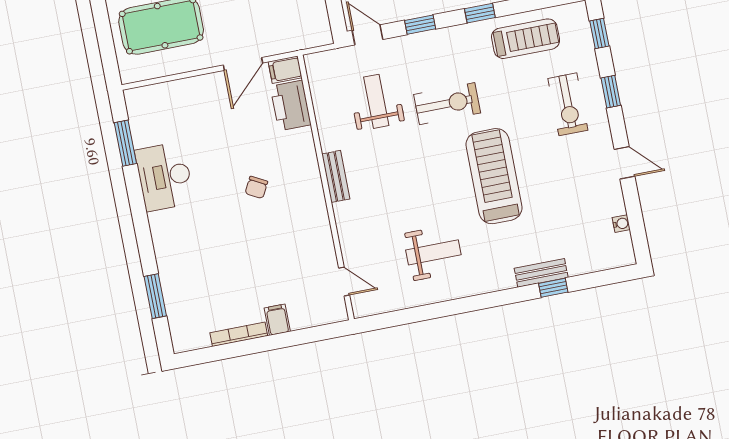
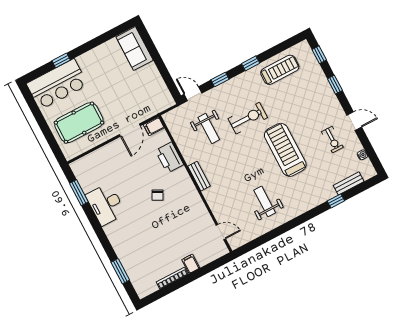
weight bench: (376, 101) -> (209, 129), turned 180
exercise bike: (568, 104) -> (332, 140), moved, width x0.73, depth x0.72
printer: (291, 106) -> (169, 158), moved
weight bench: (433, 252) -> (265, 201), turned -90
bench: (541, 273) -> (349, 183), moved

